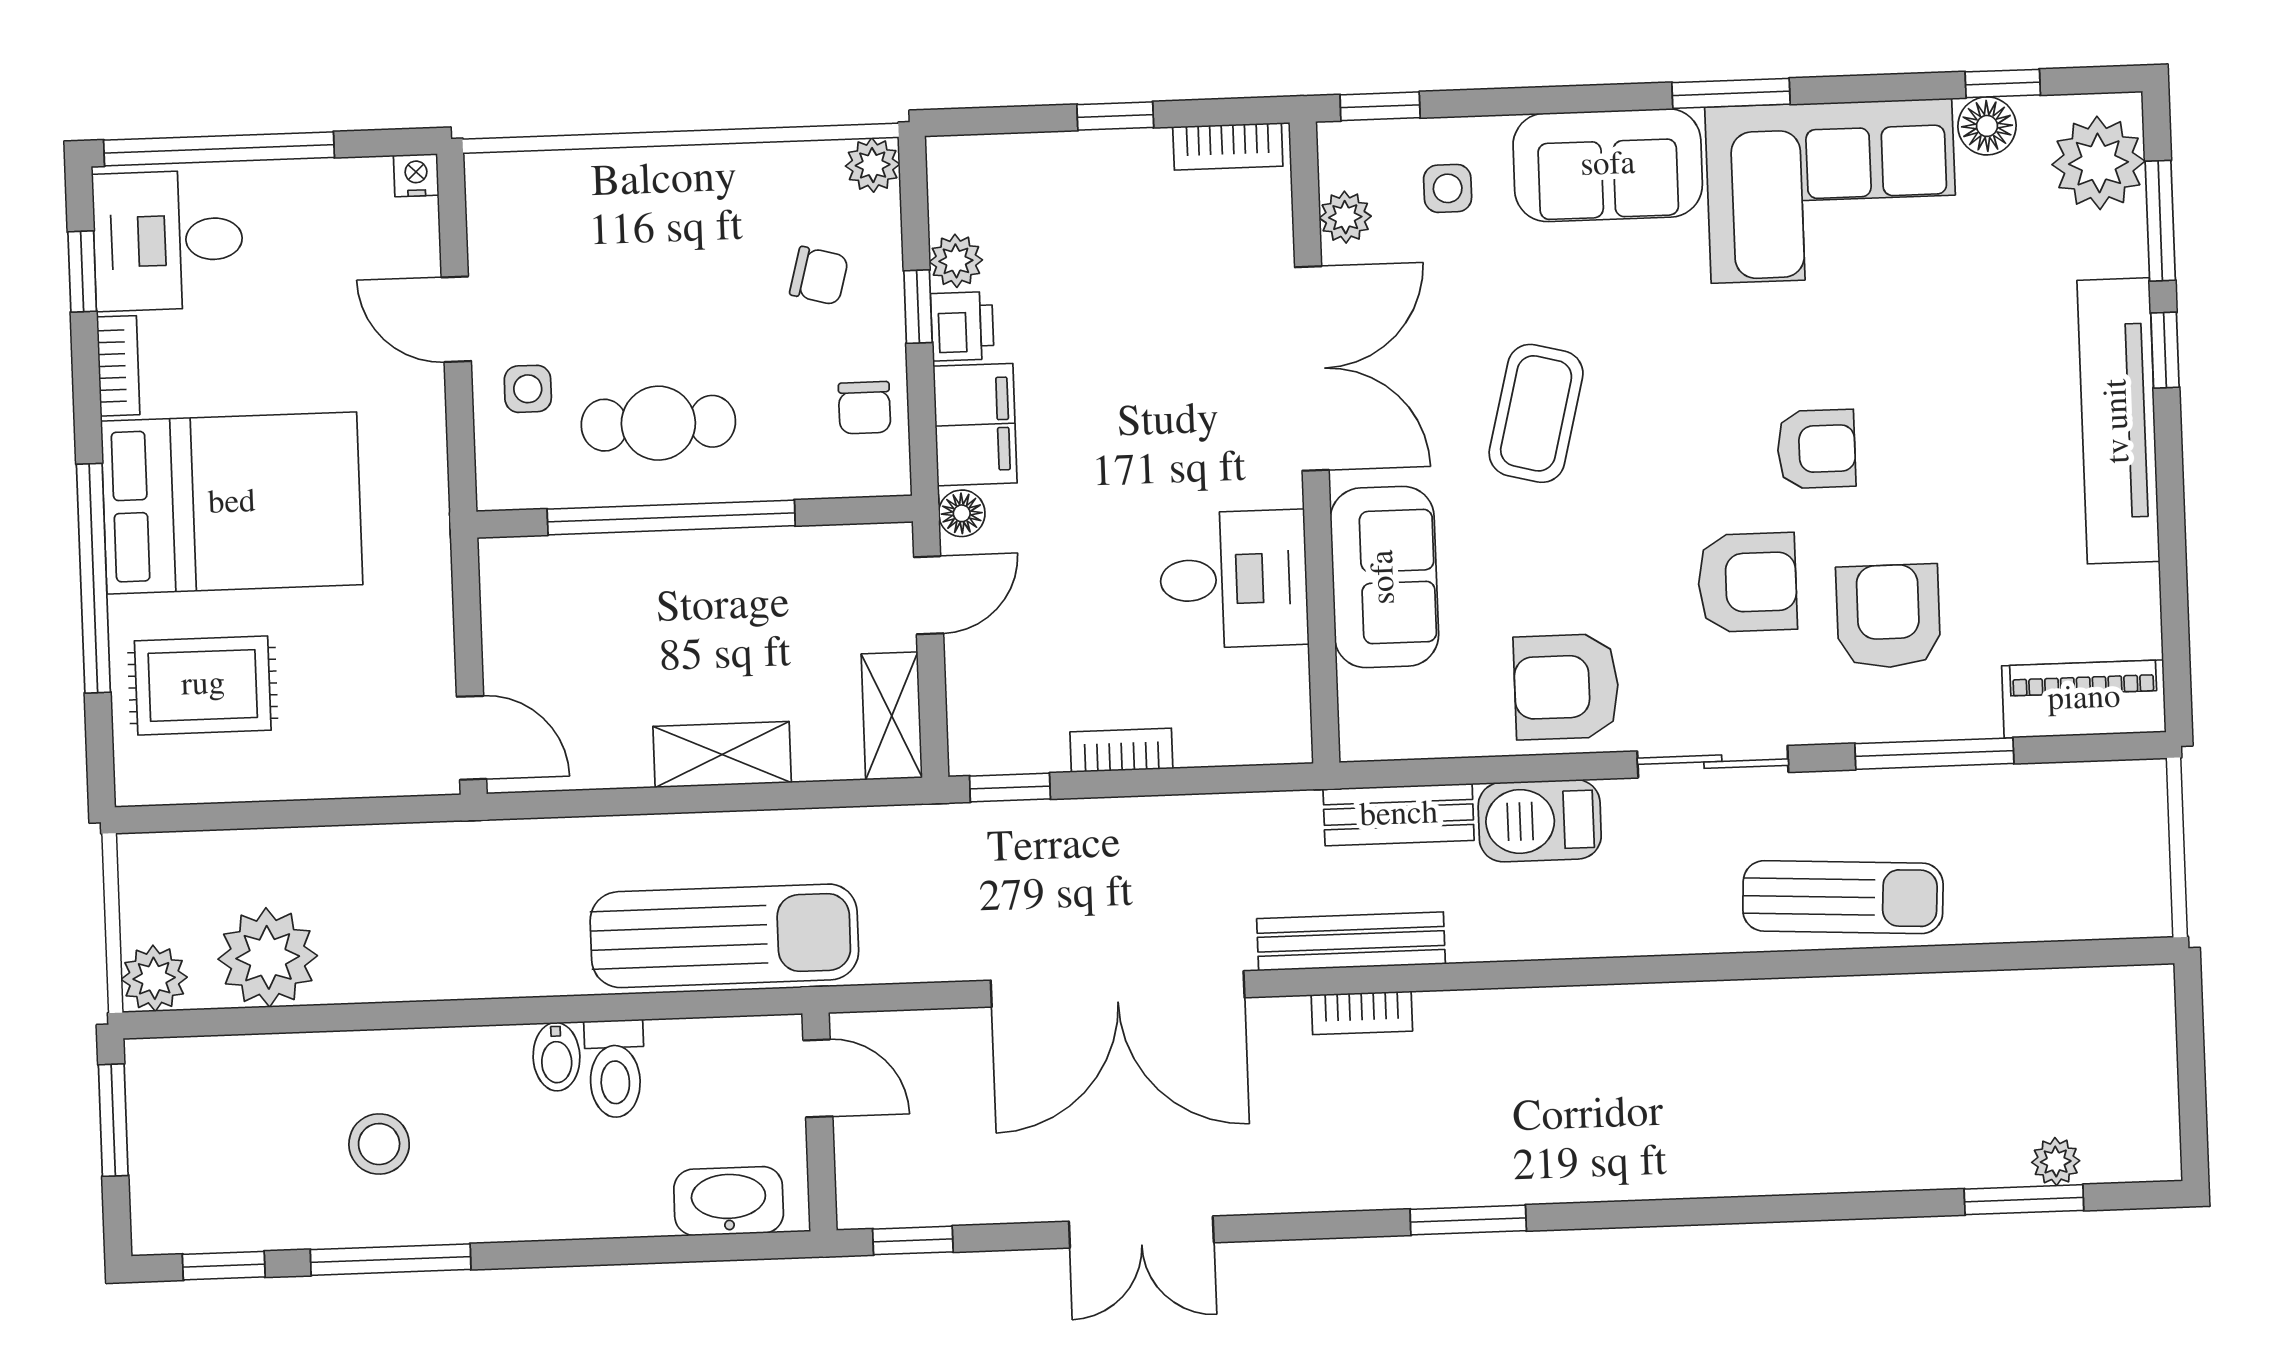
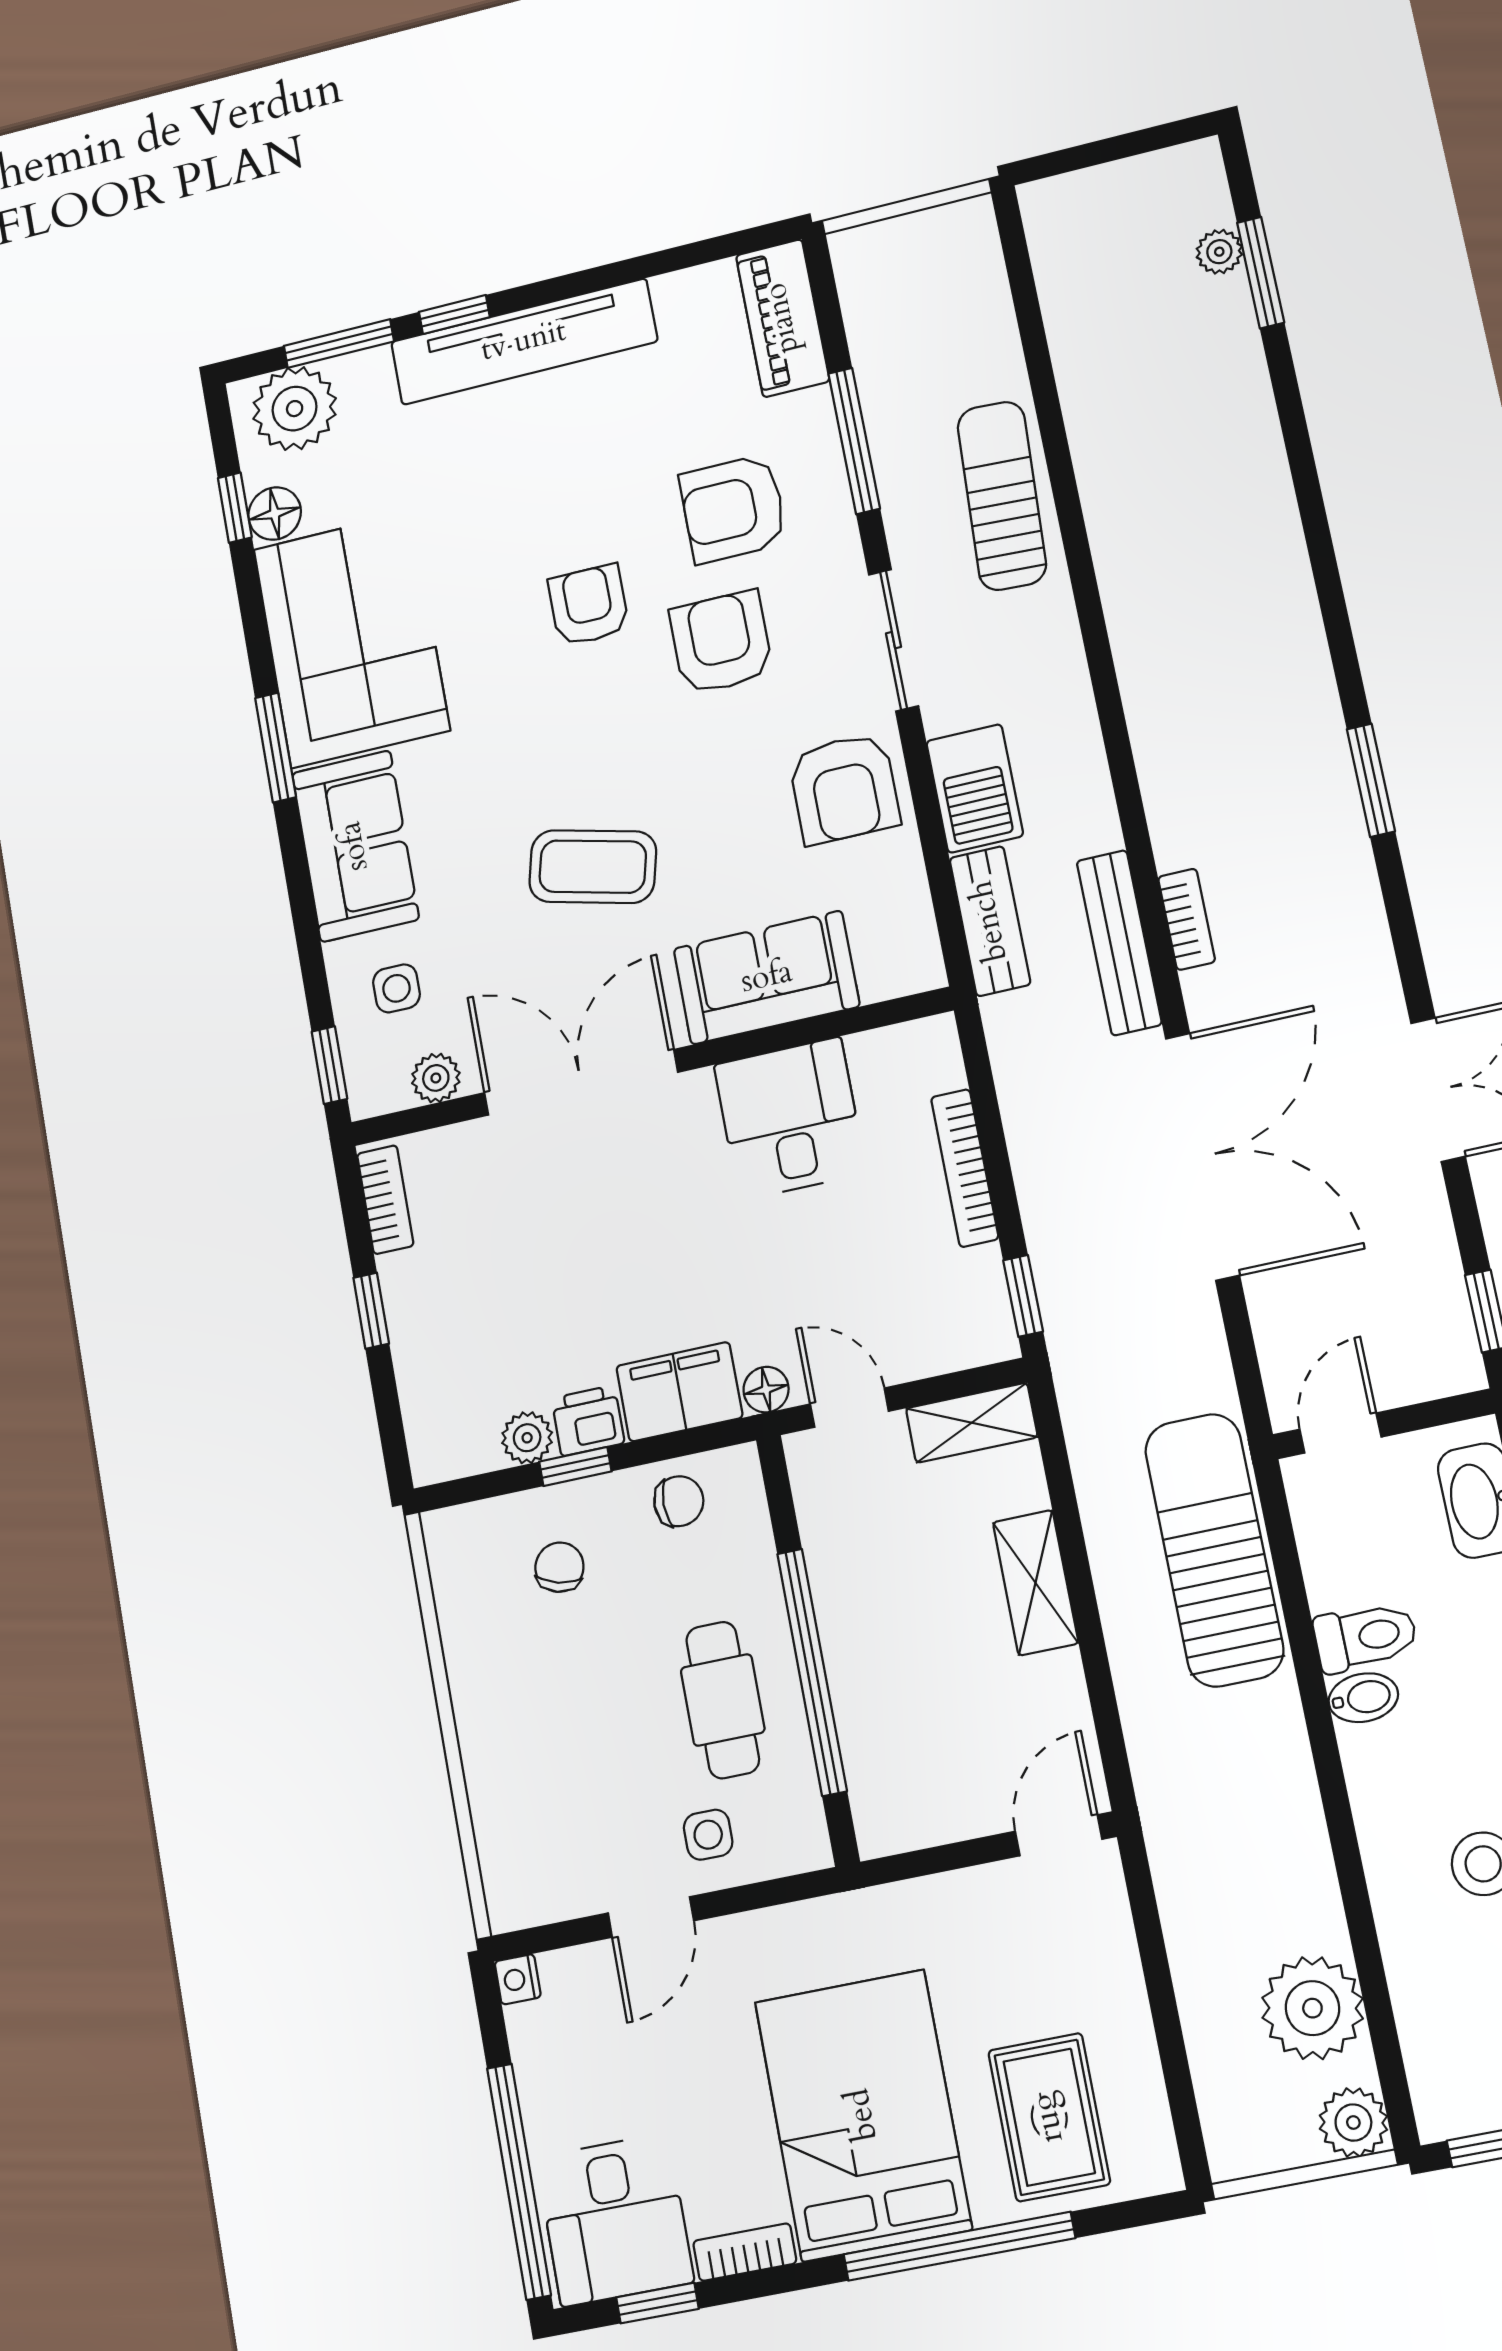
plant: (873, 165) -> (448, 1534), removed
bookcase: (1121, 750) -> (965, 1168), width x1.56

